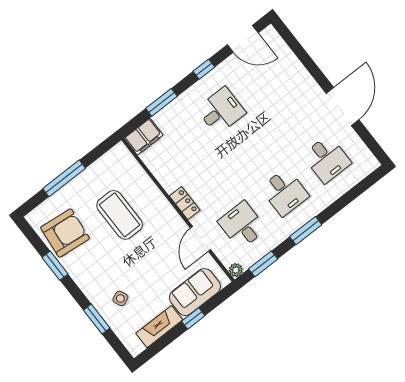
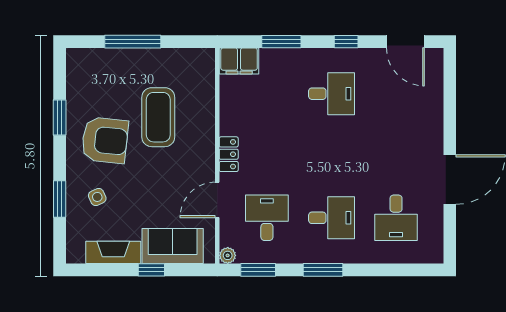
desk: (285, 192) -> (331, 218), turned -90
armchair: (65, 233) -> (105, 140), moved

